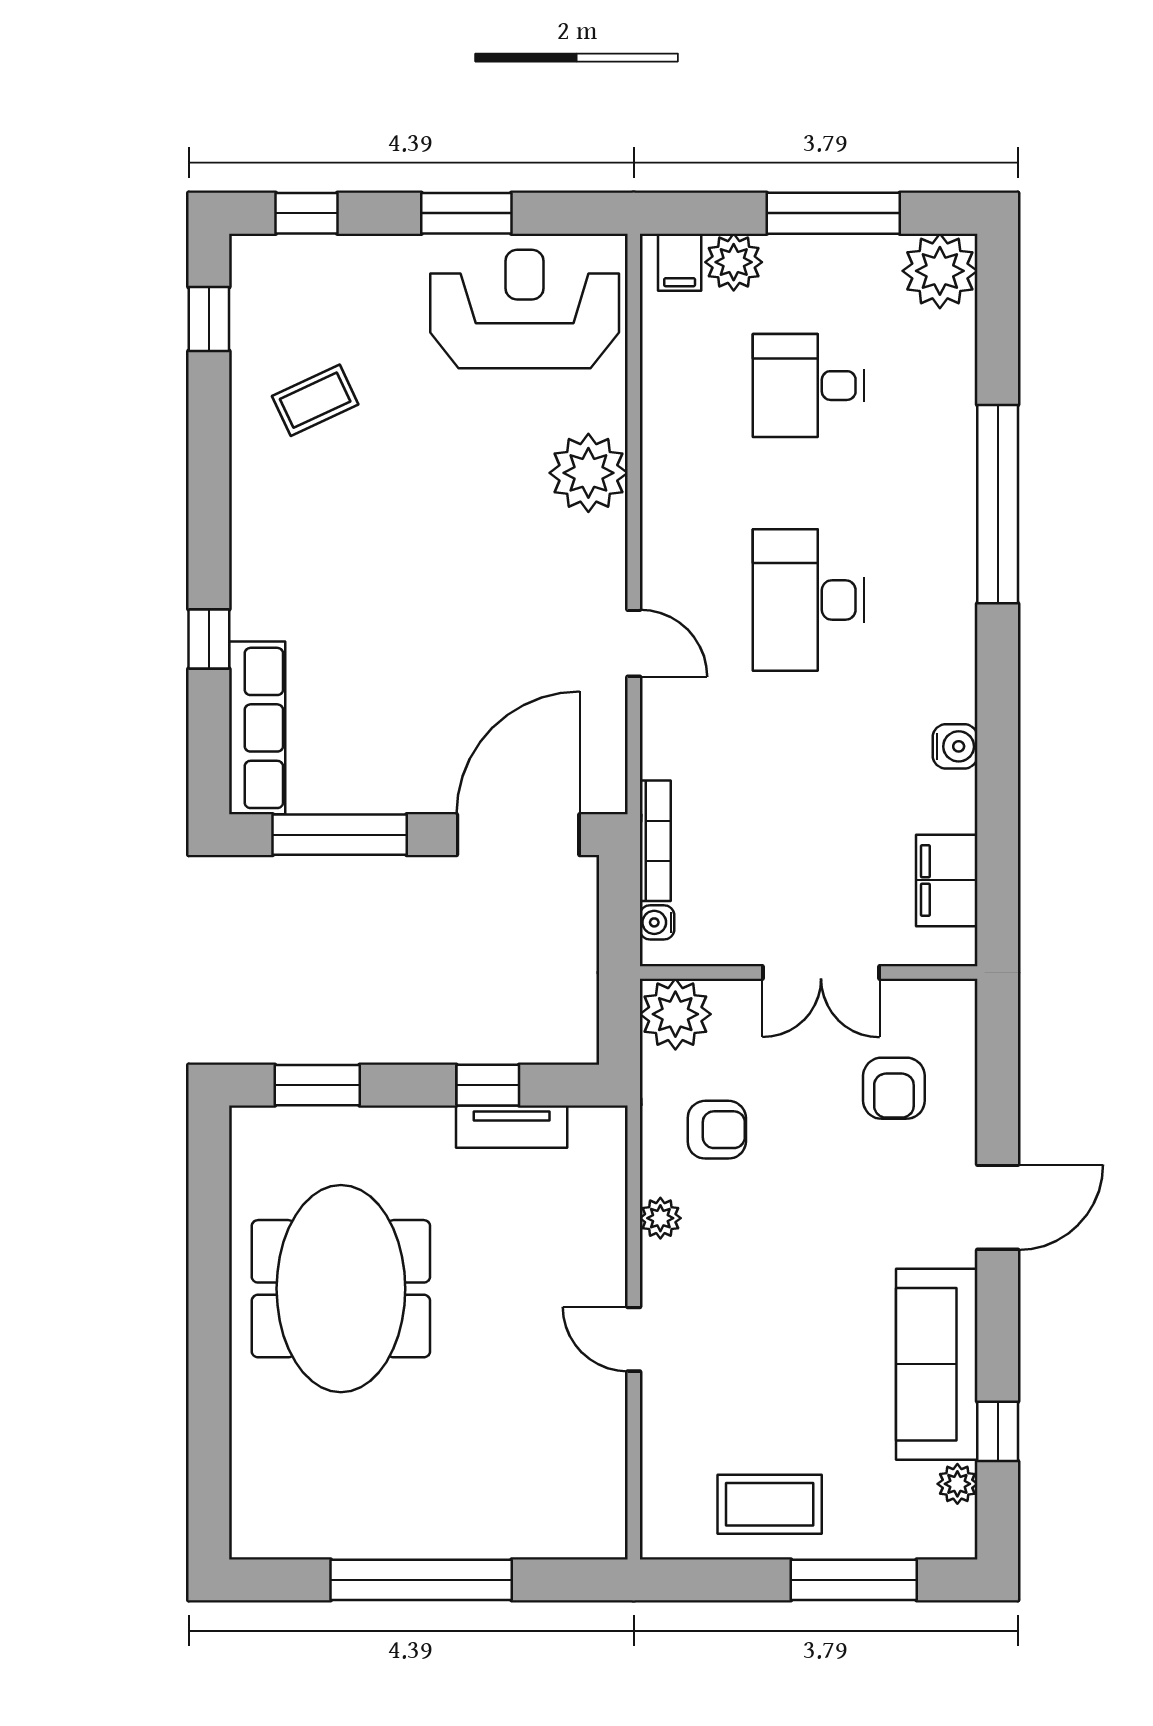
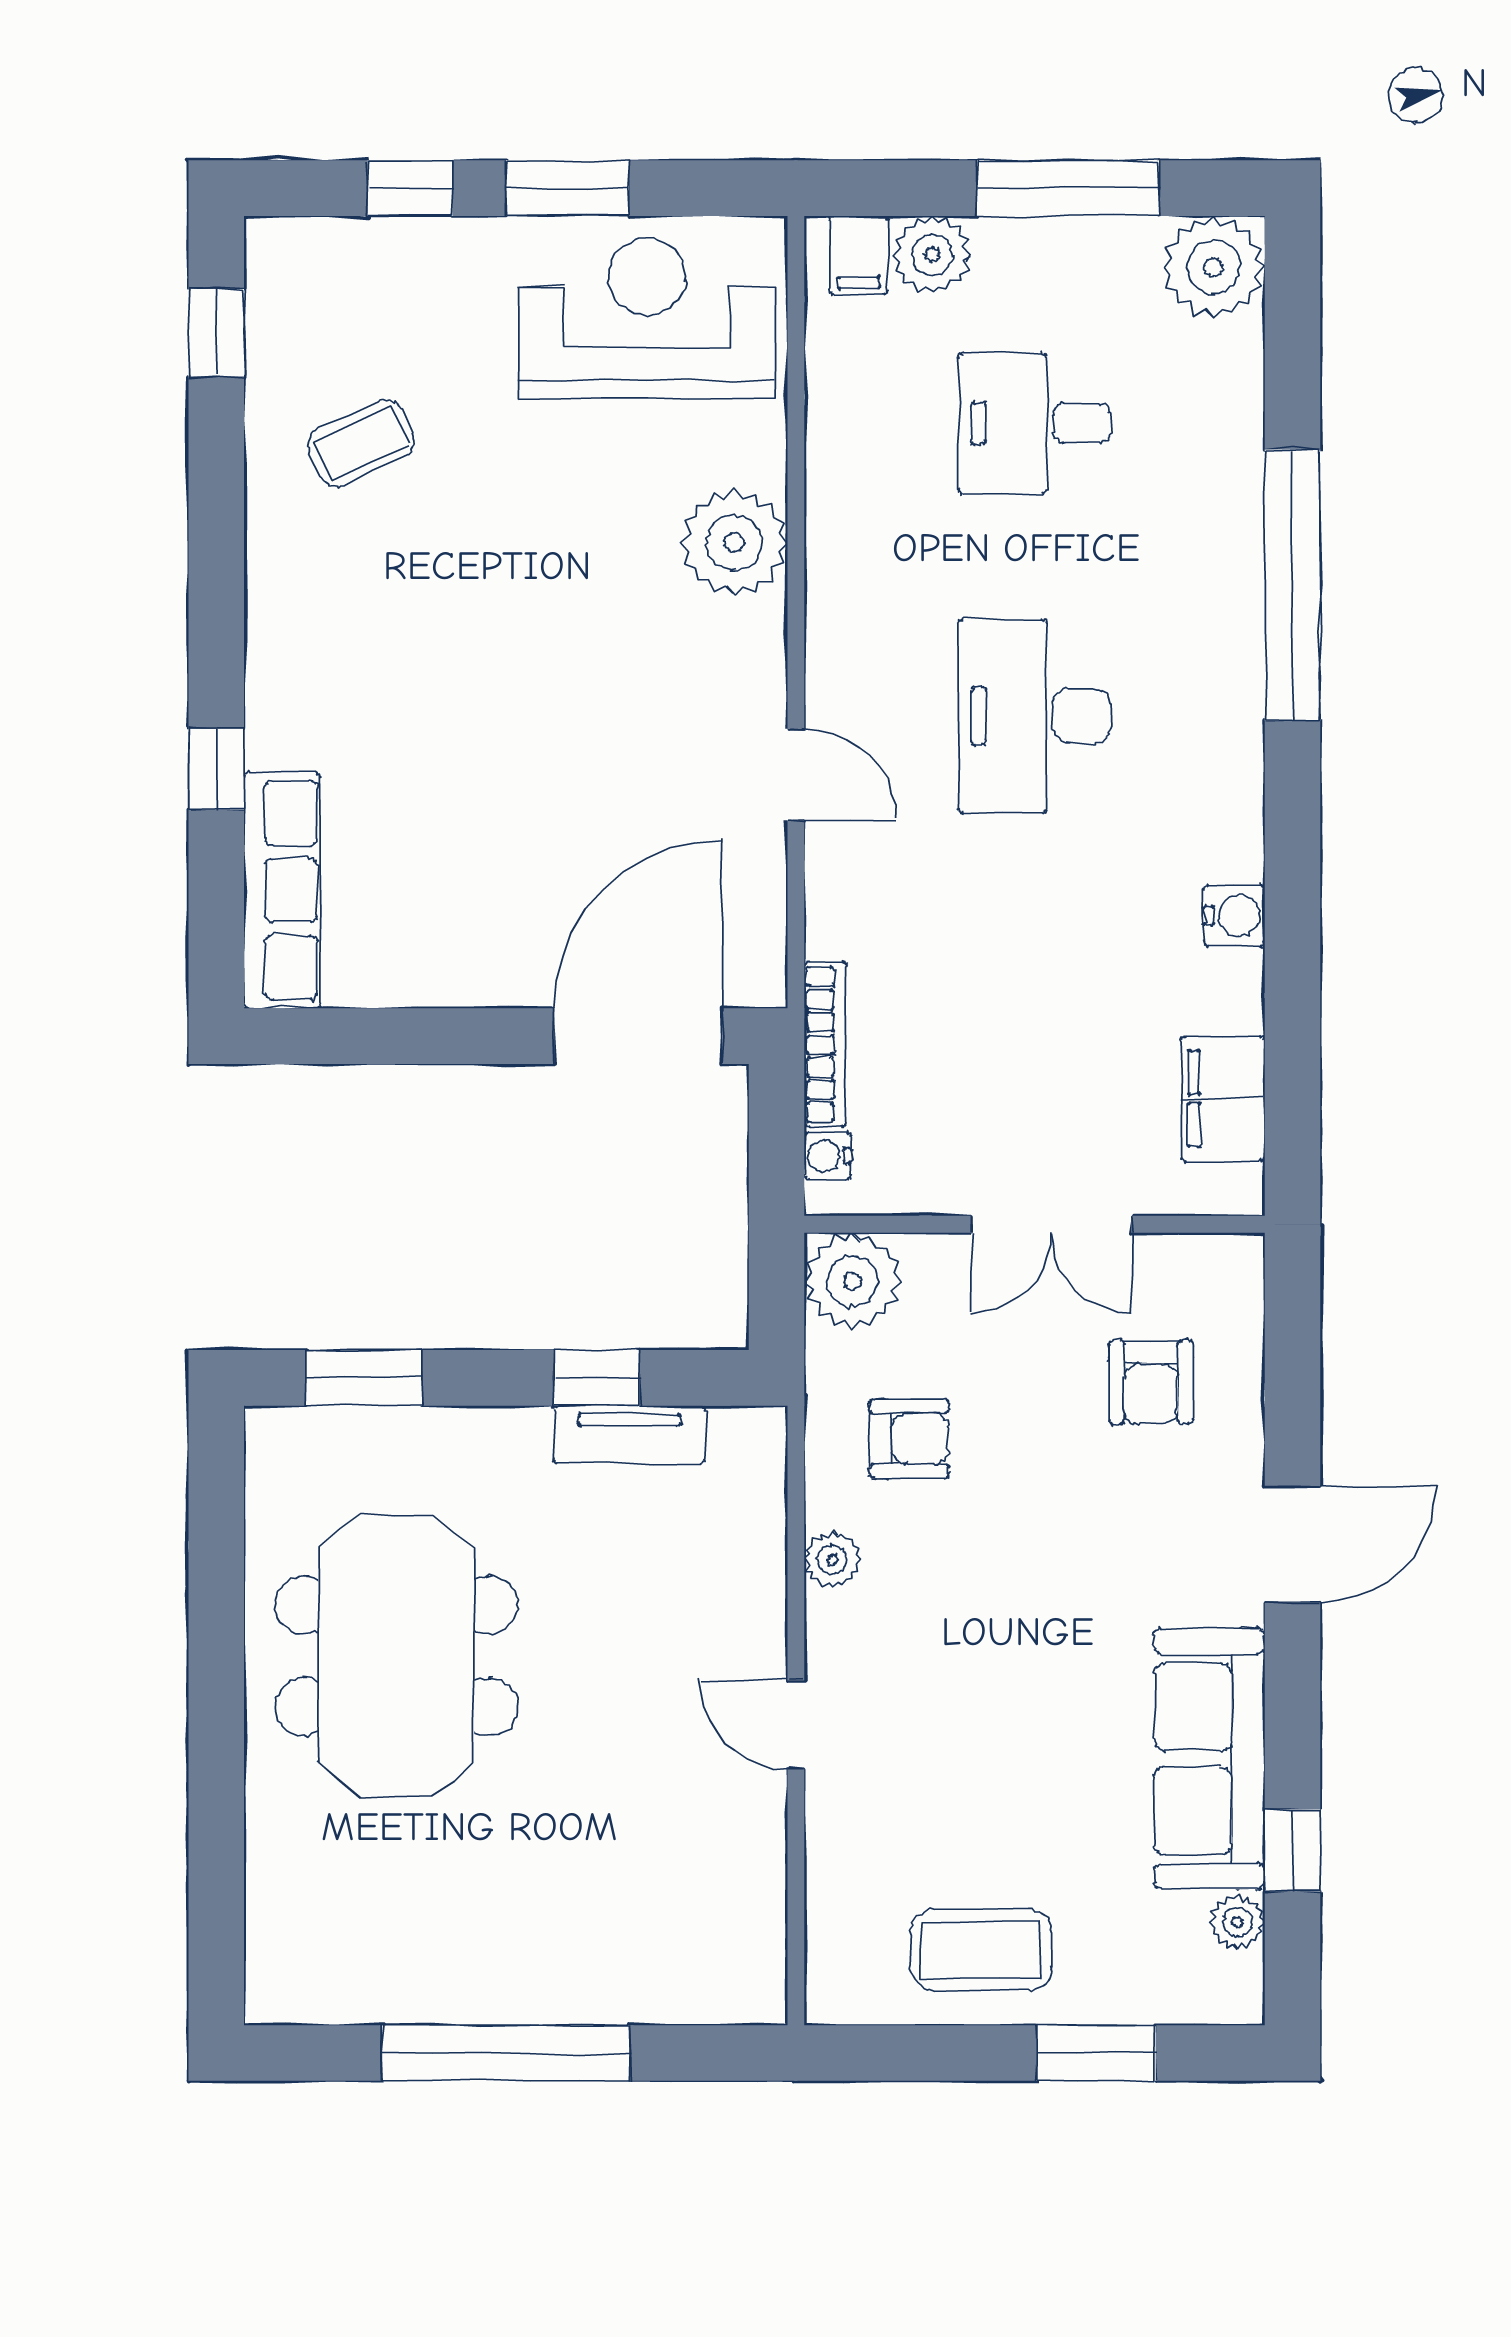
window: (307, 213) -> (410, 188), moved
window: (340, 835) -> (395, 1036), removed
window: (854, 1580) -> (1096, 2053), width x0.69

